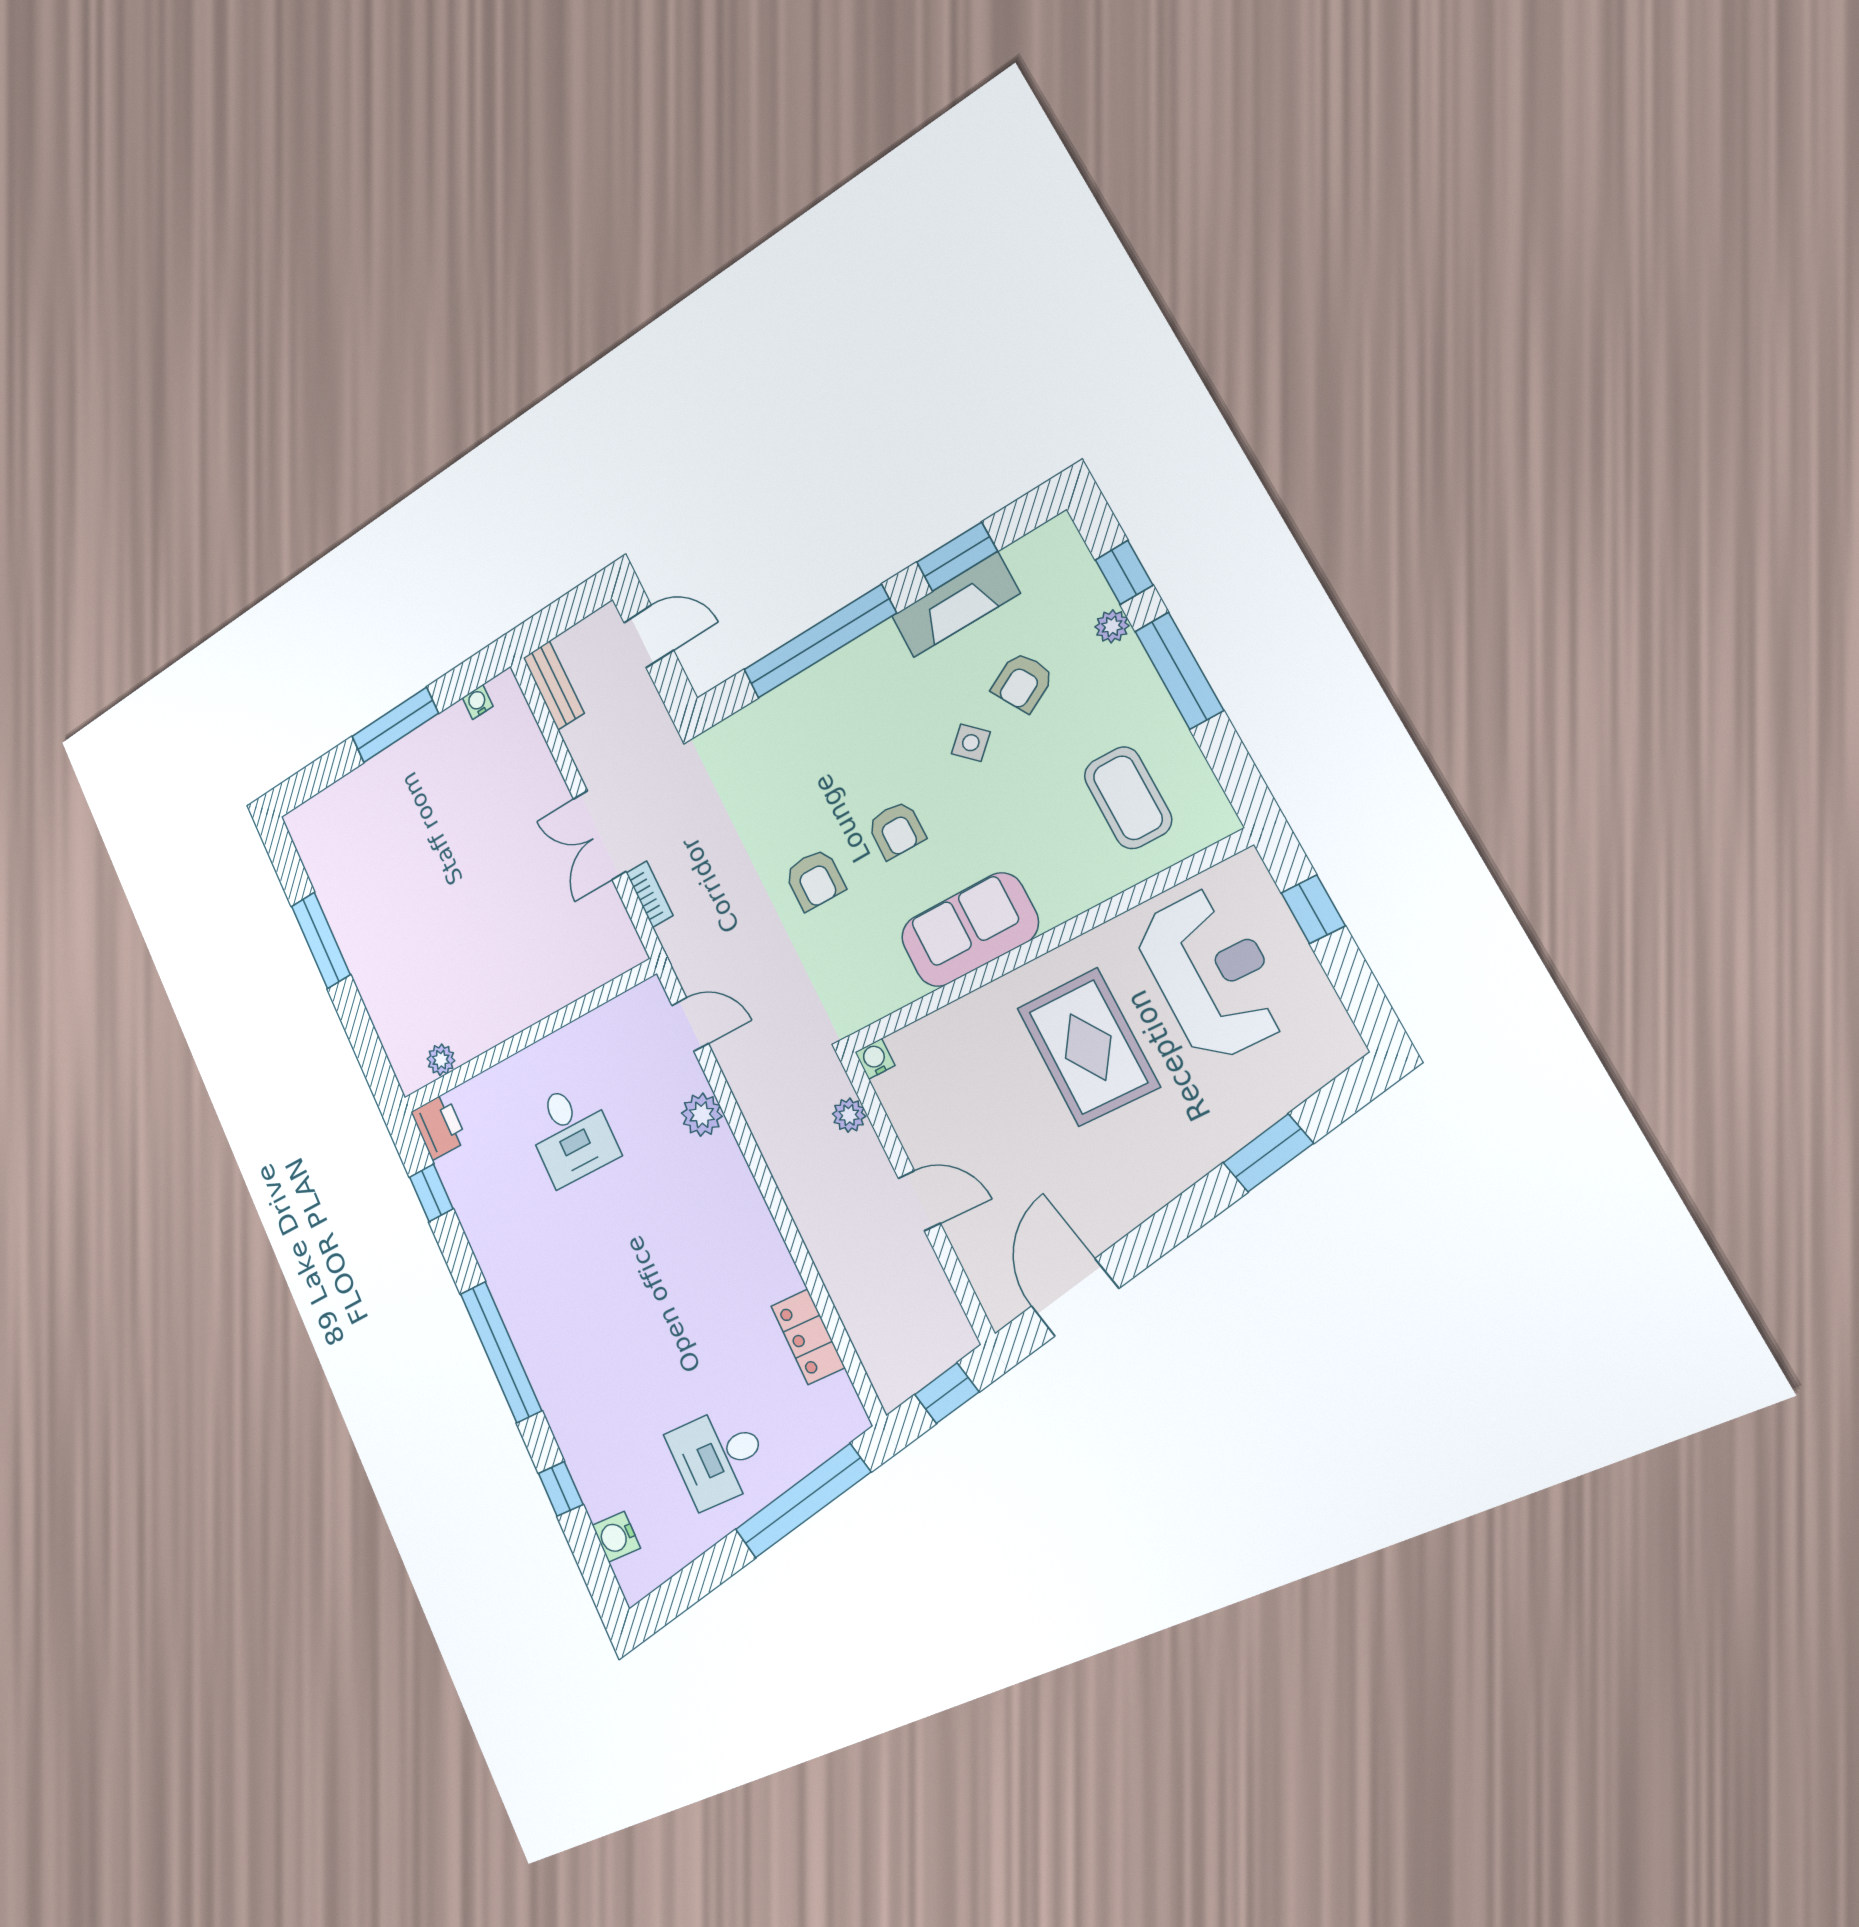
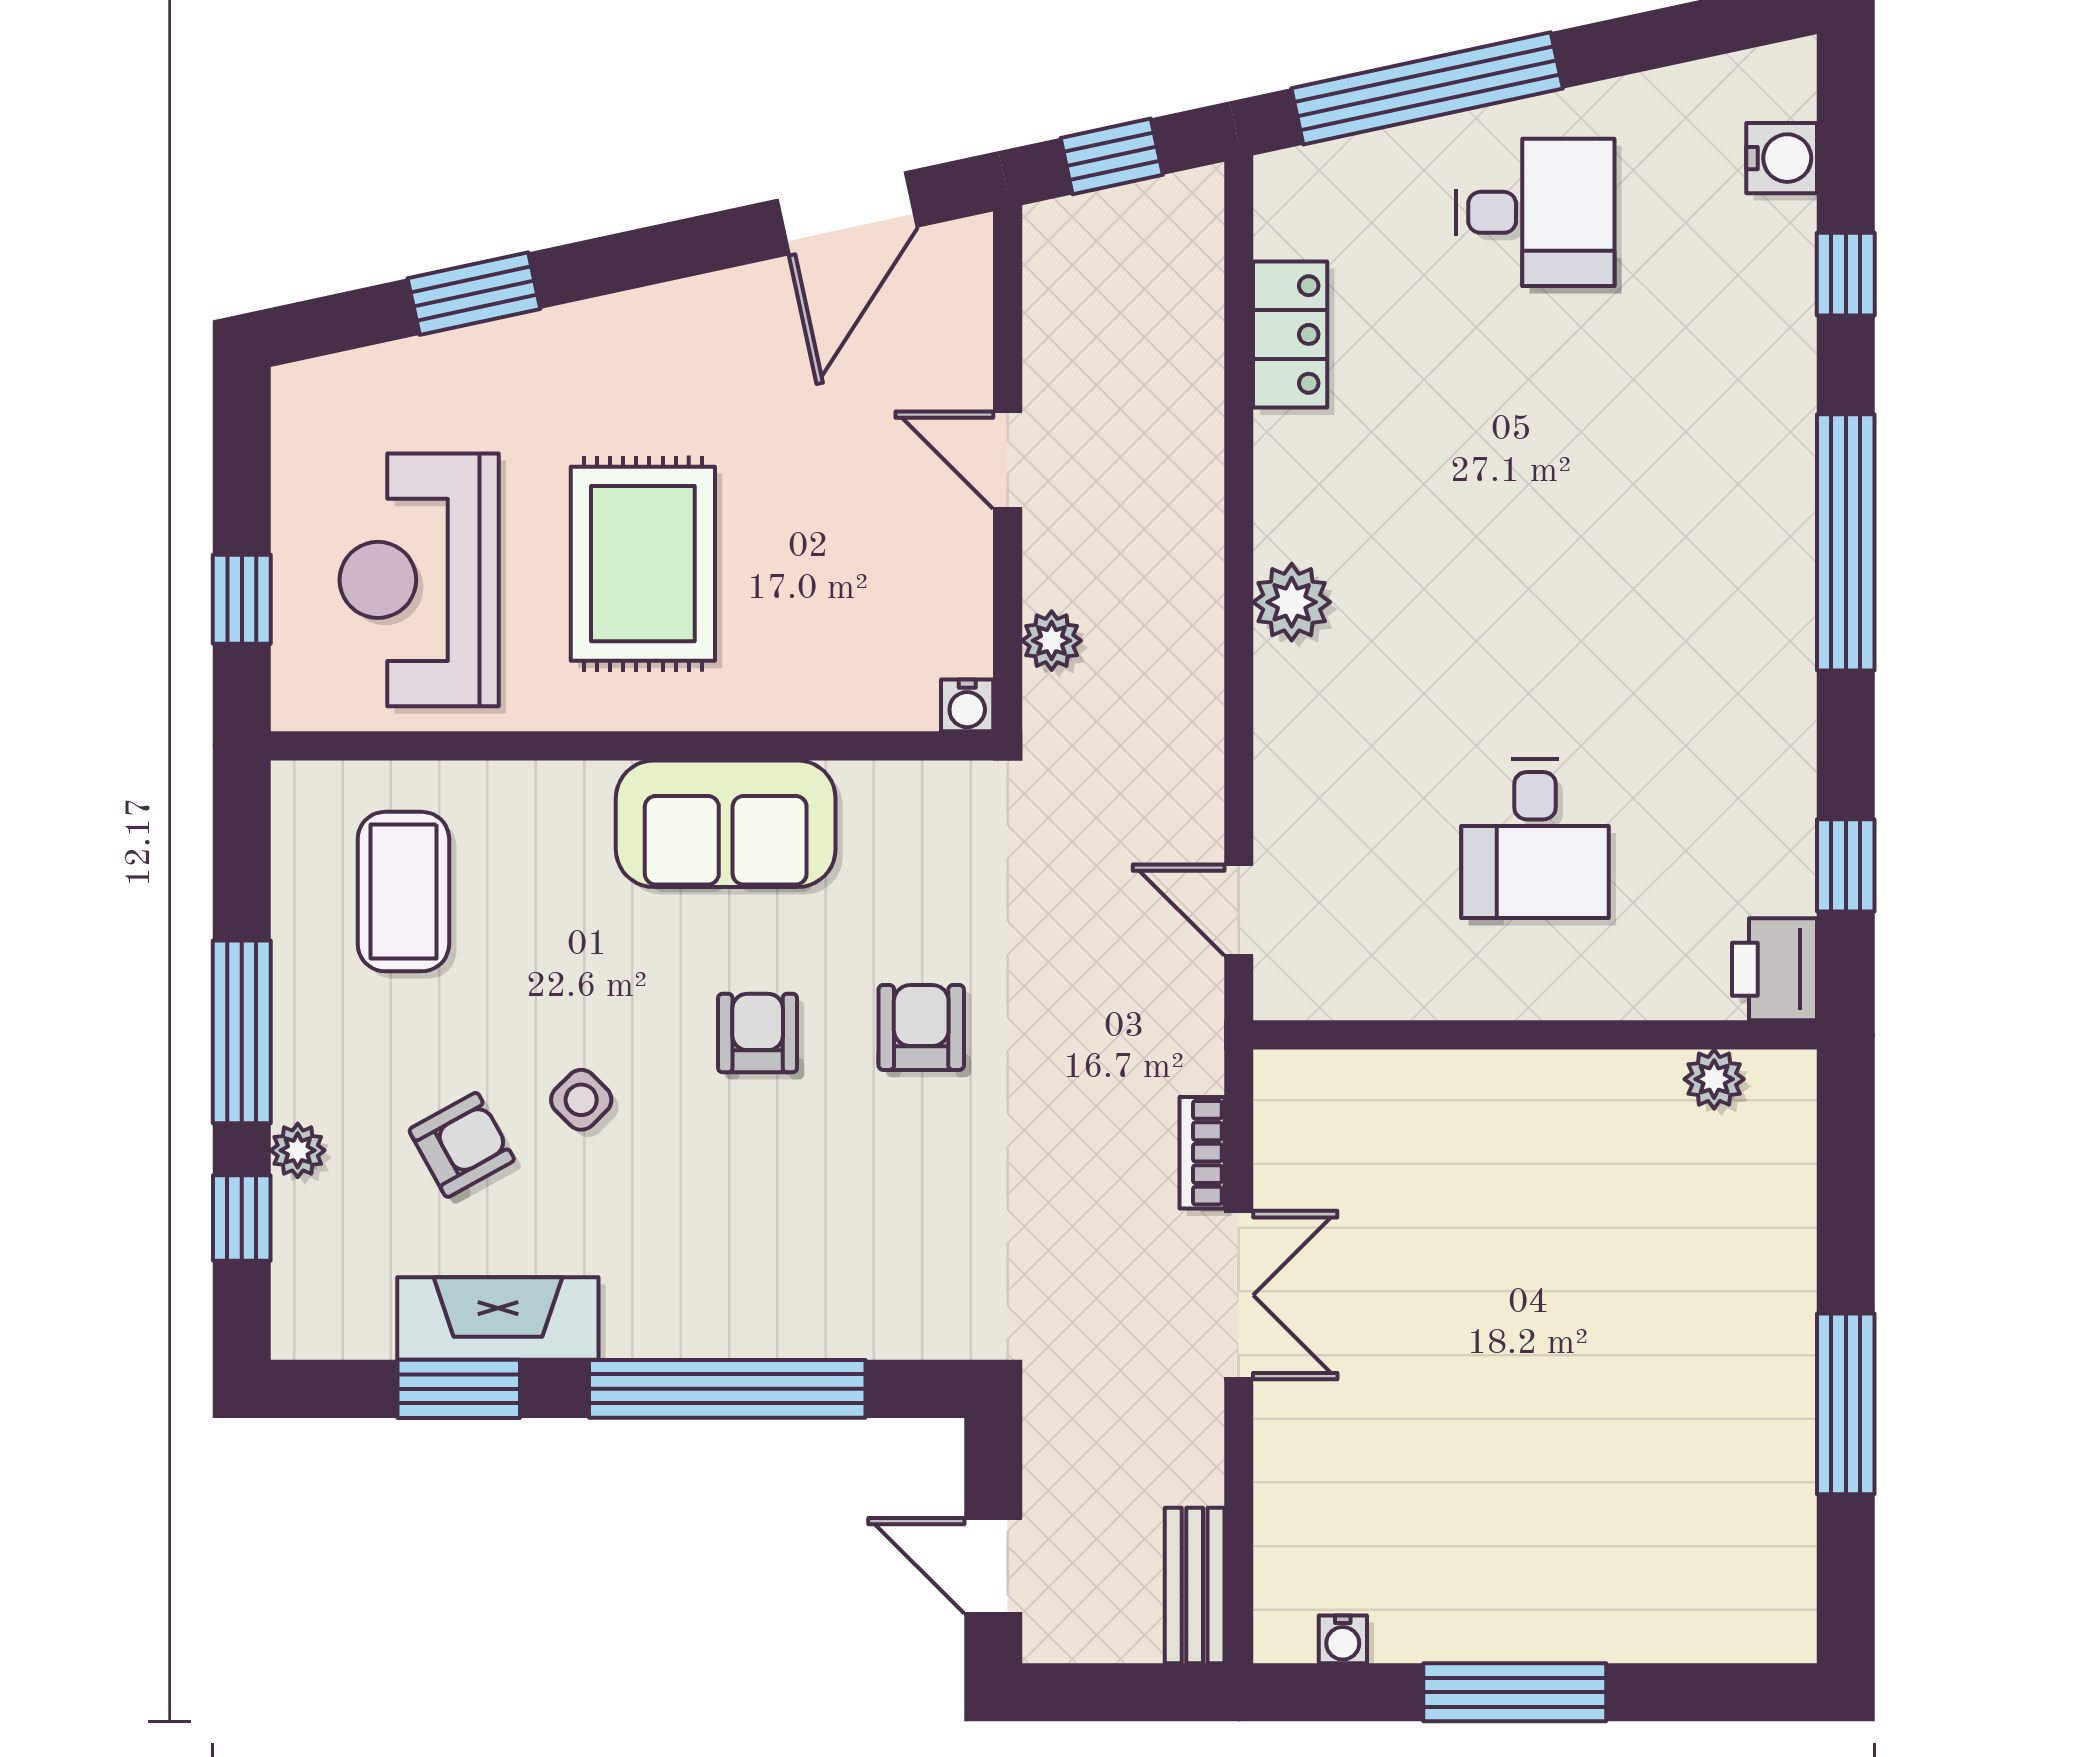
plant: (702, 1115) -> (1292, 602), moved
desk: (571, 1134) -> (1535, 839), turned 180

